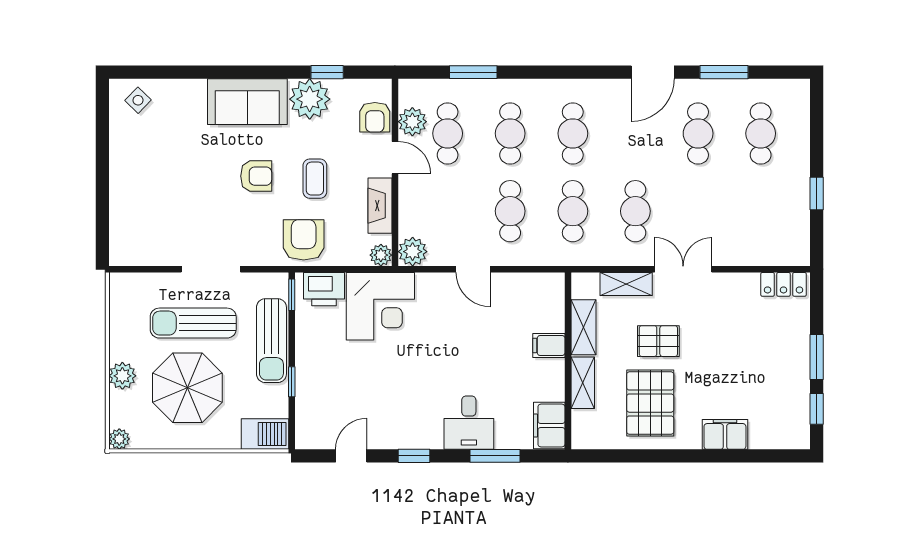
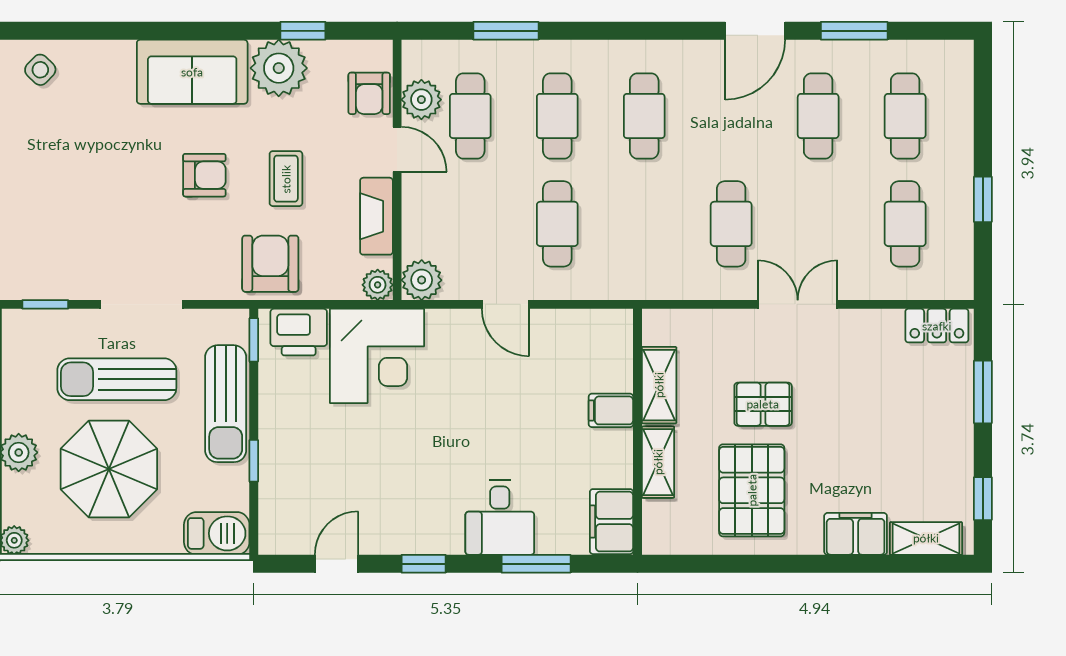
cafe table: (573, 211) -> (905, 224), moved
window: (142, 269) -> (45, 304), added
shelving: (626, 284) -> (926, 538), moved
window: (817, 357) -> (983, 392), moved

